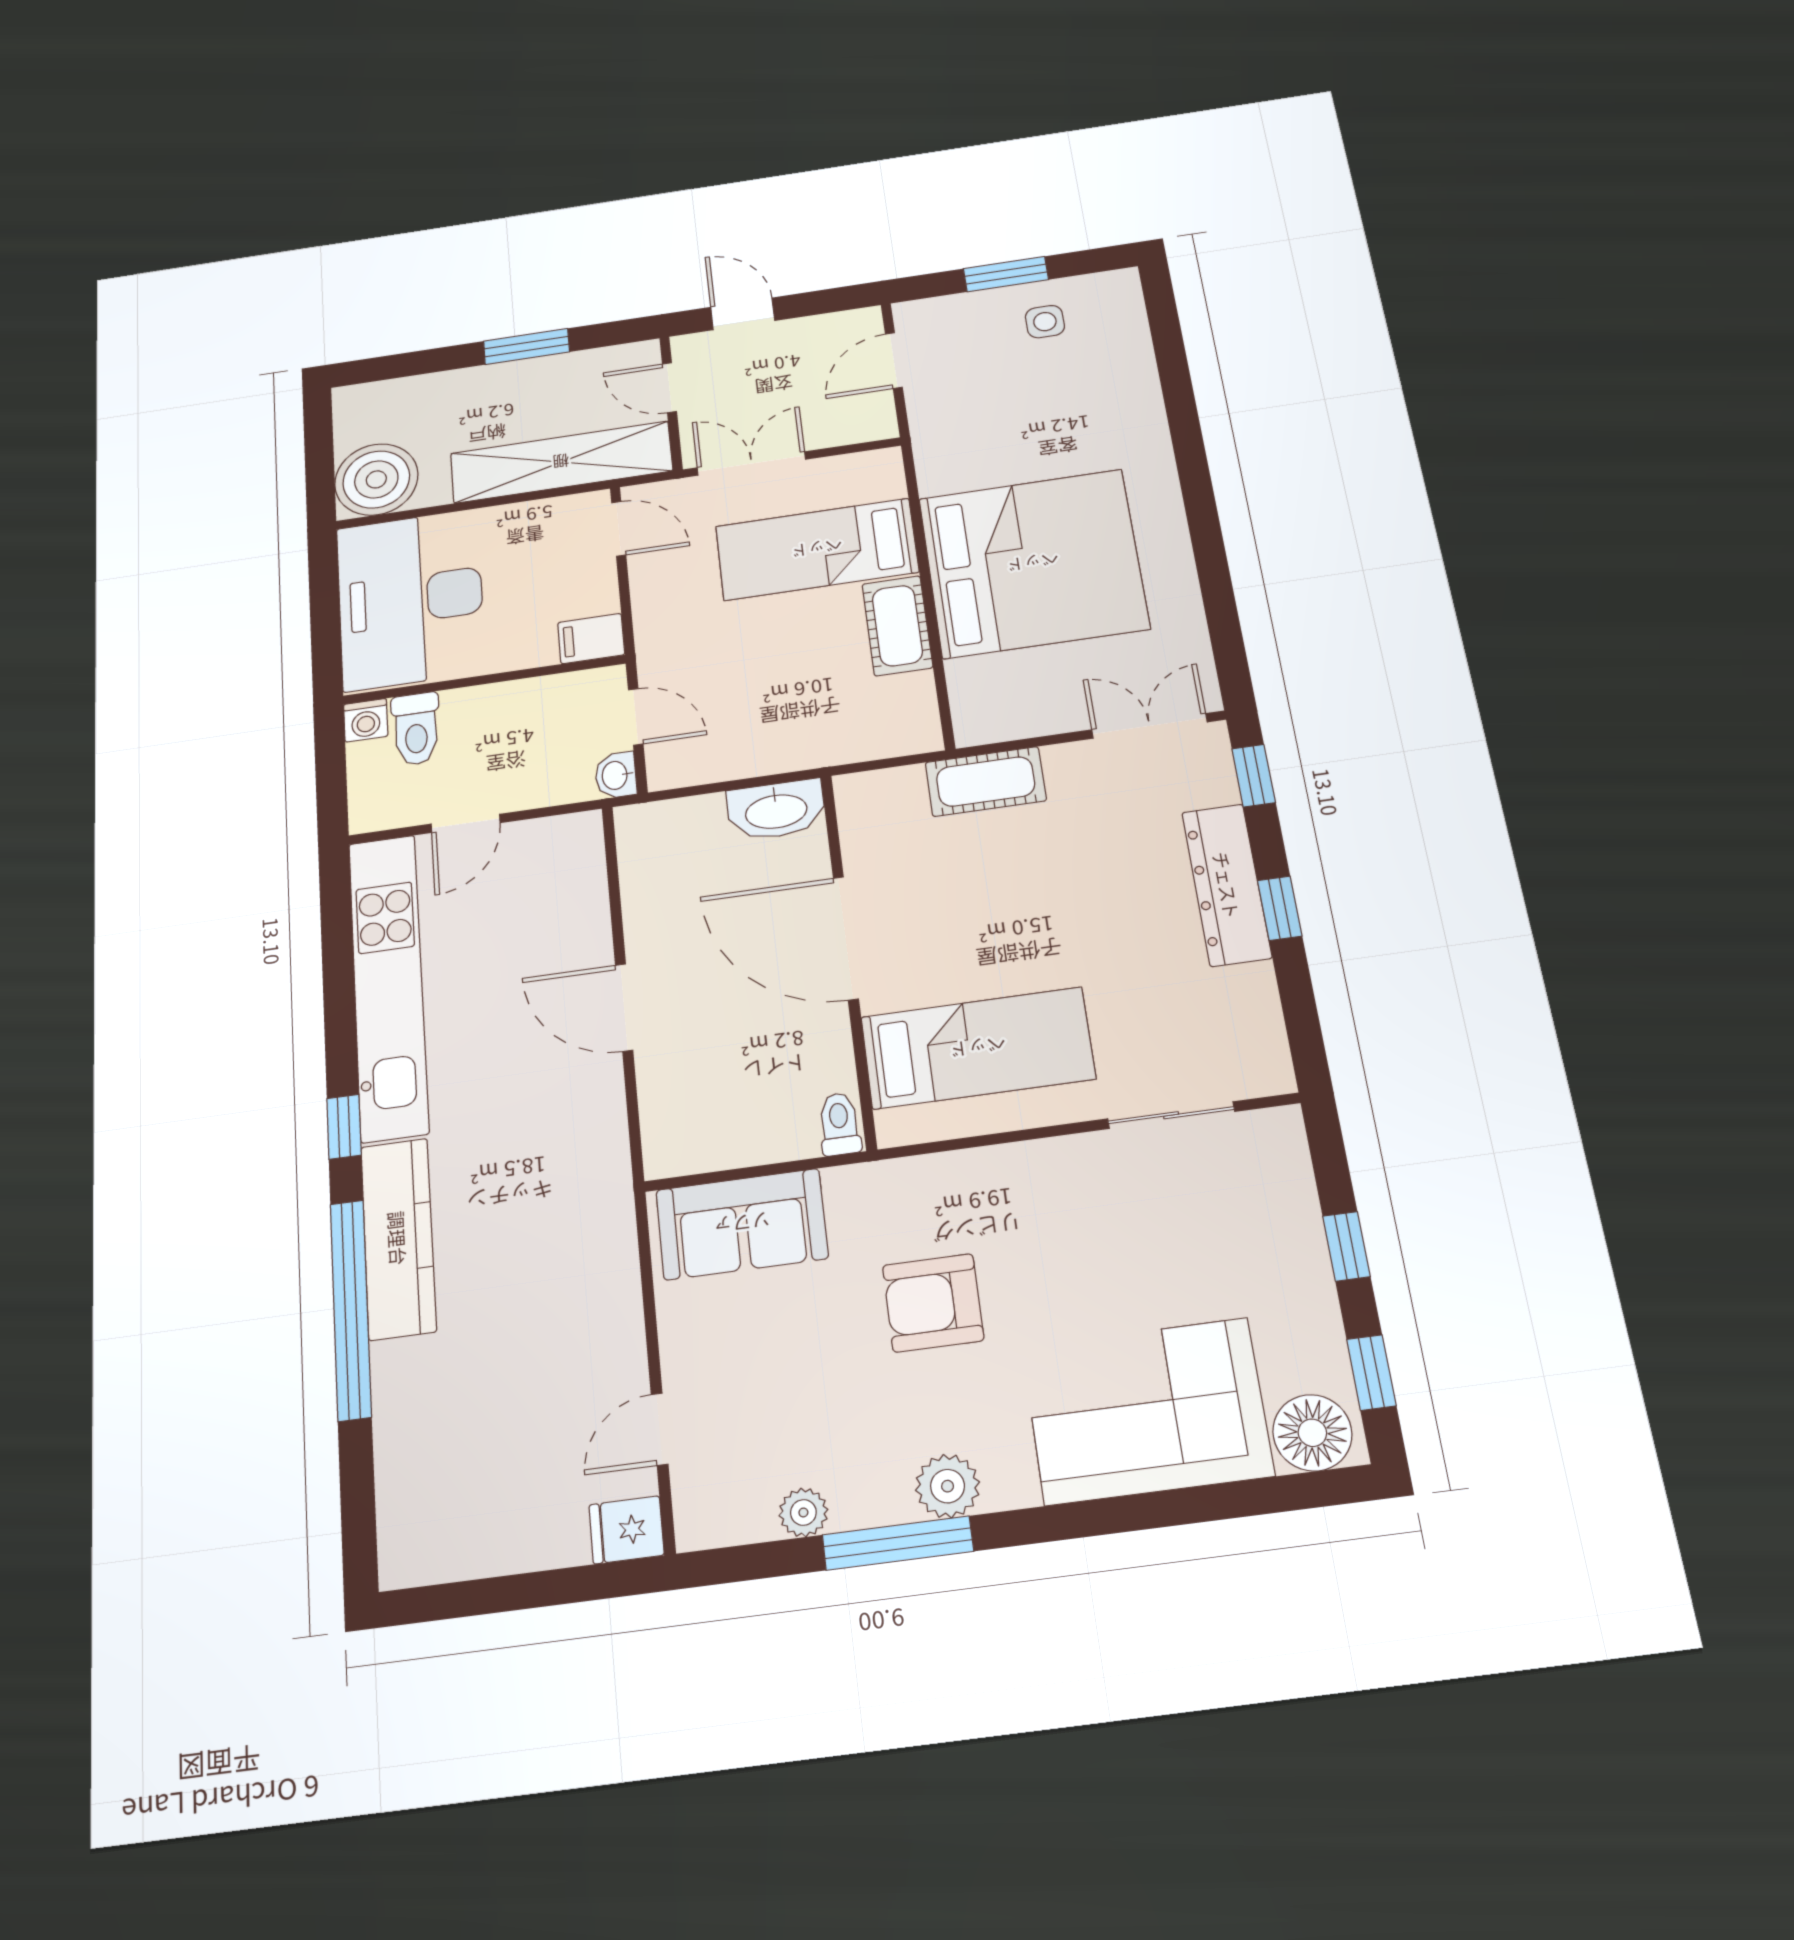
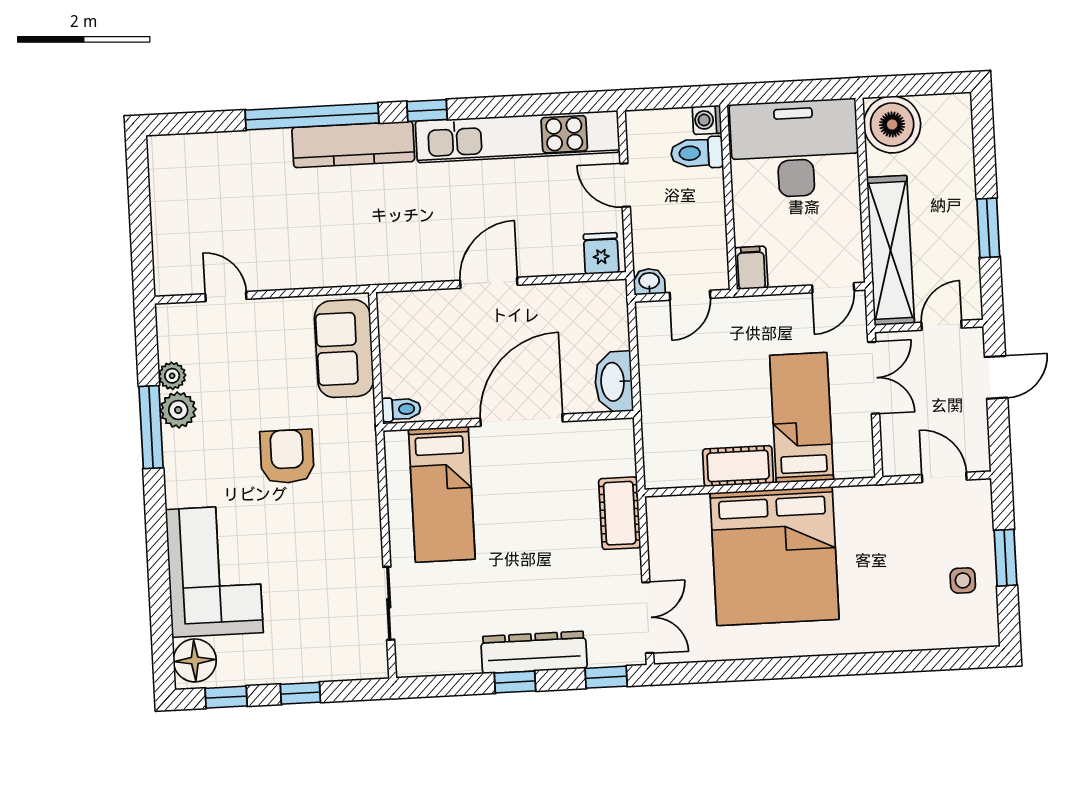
plant: (948, 1486) -> (178, 410), moved
fridge: (626, 1530) -> (601, 253), moved

